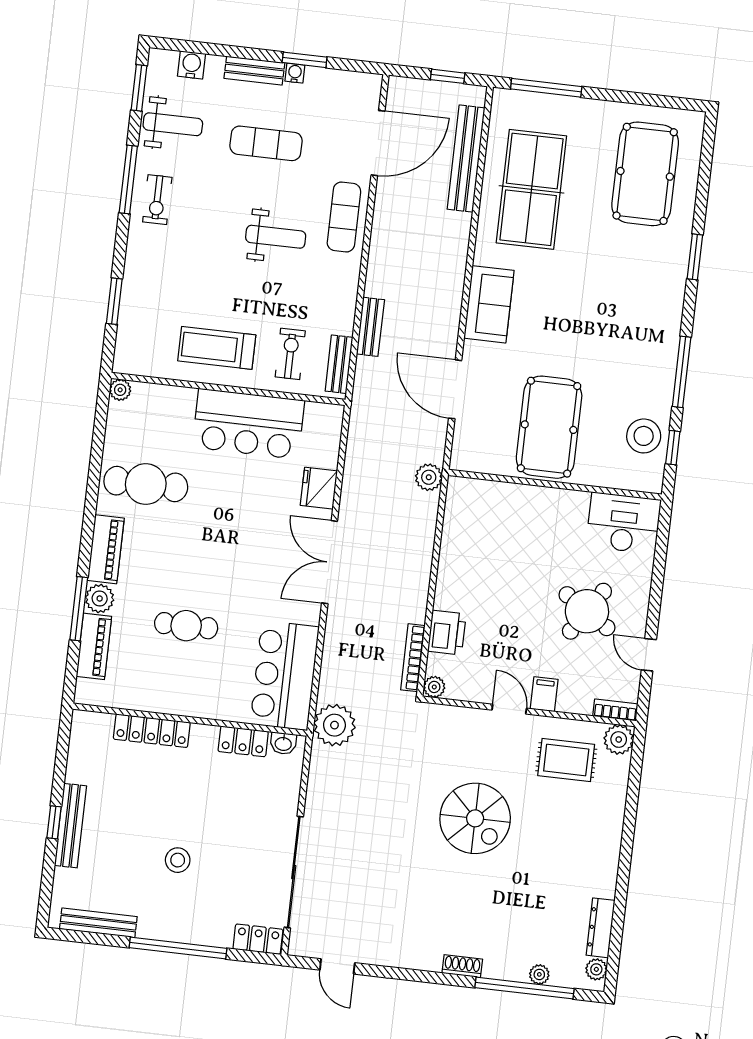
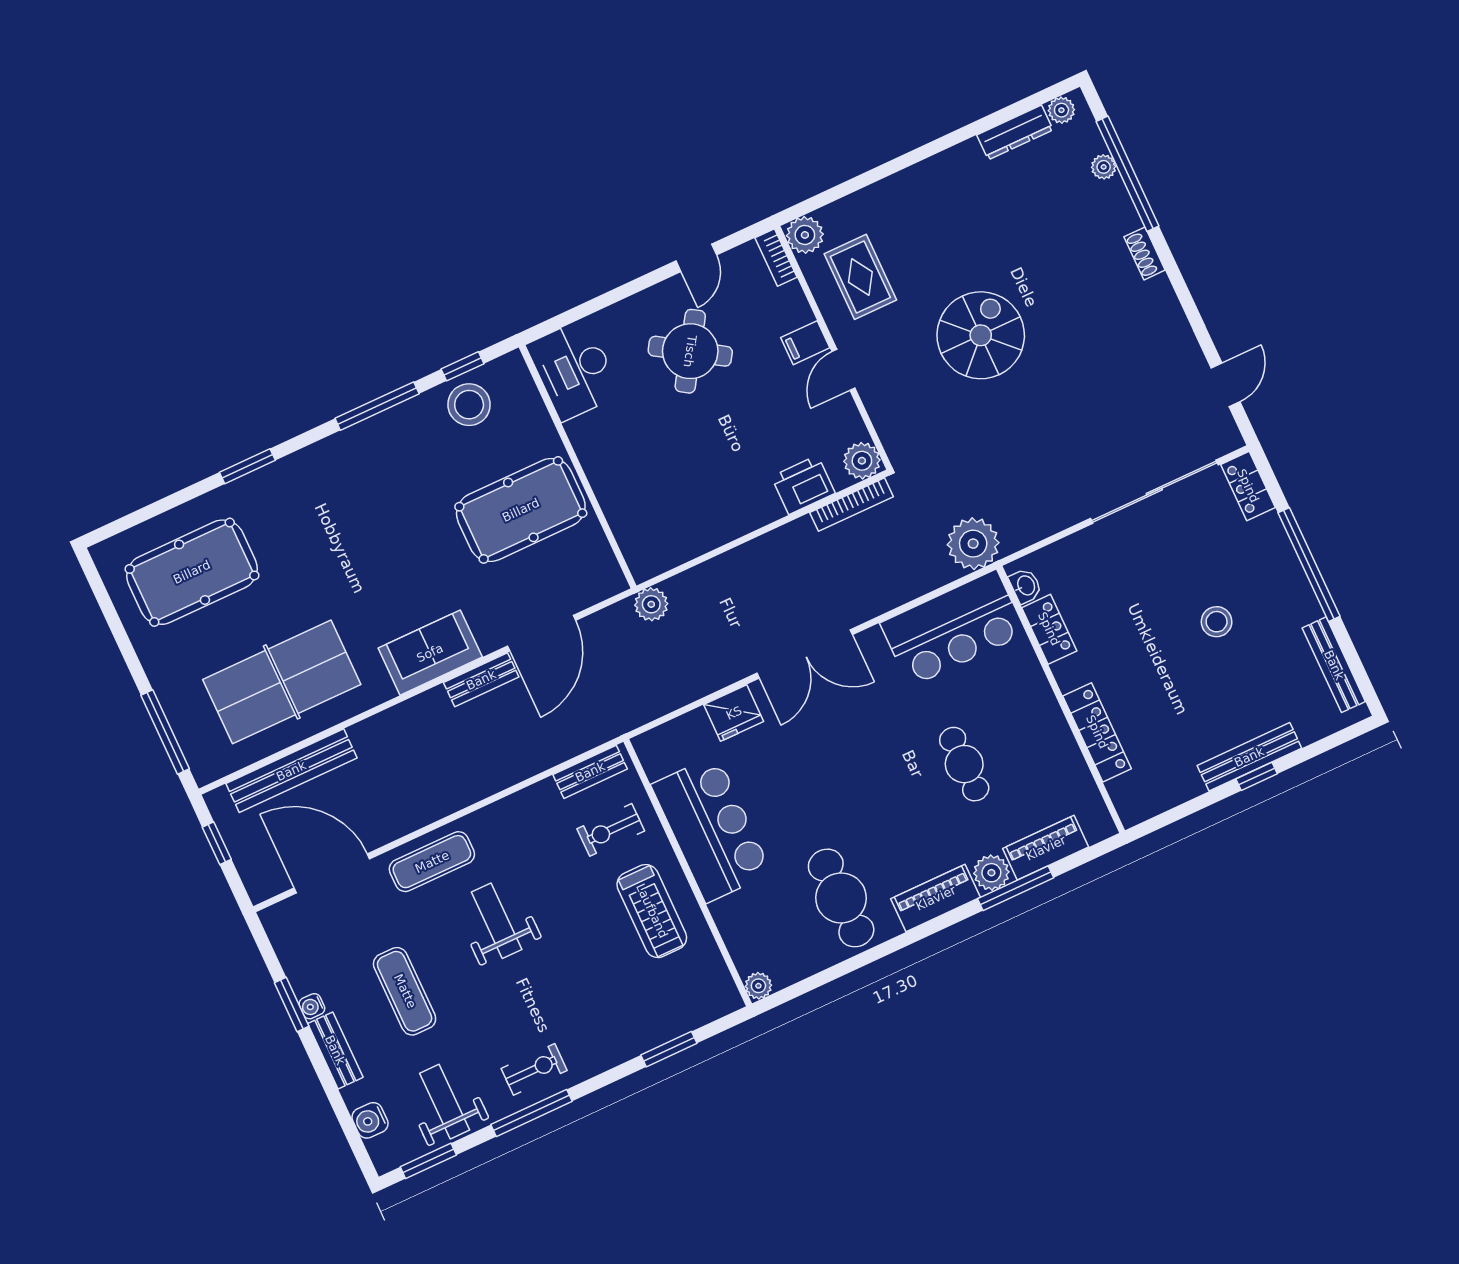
bench: (370, 327) -> (481, 680), moved
plant: (434, 687) -> (862, 461), width x1.38, depth x1.38

